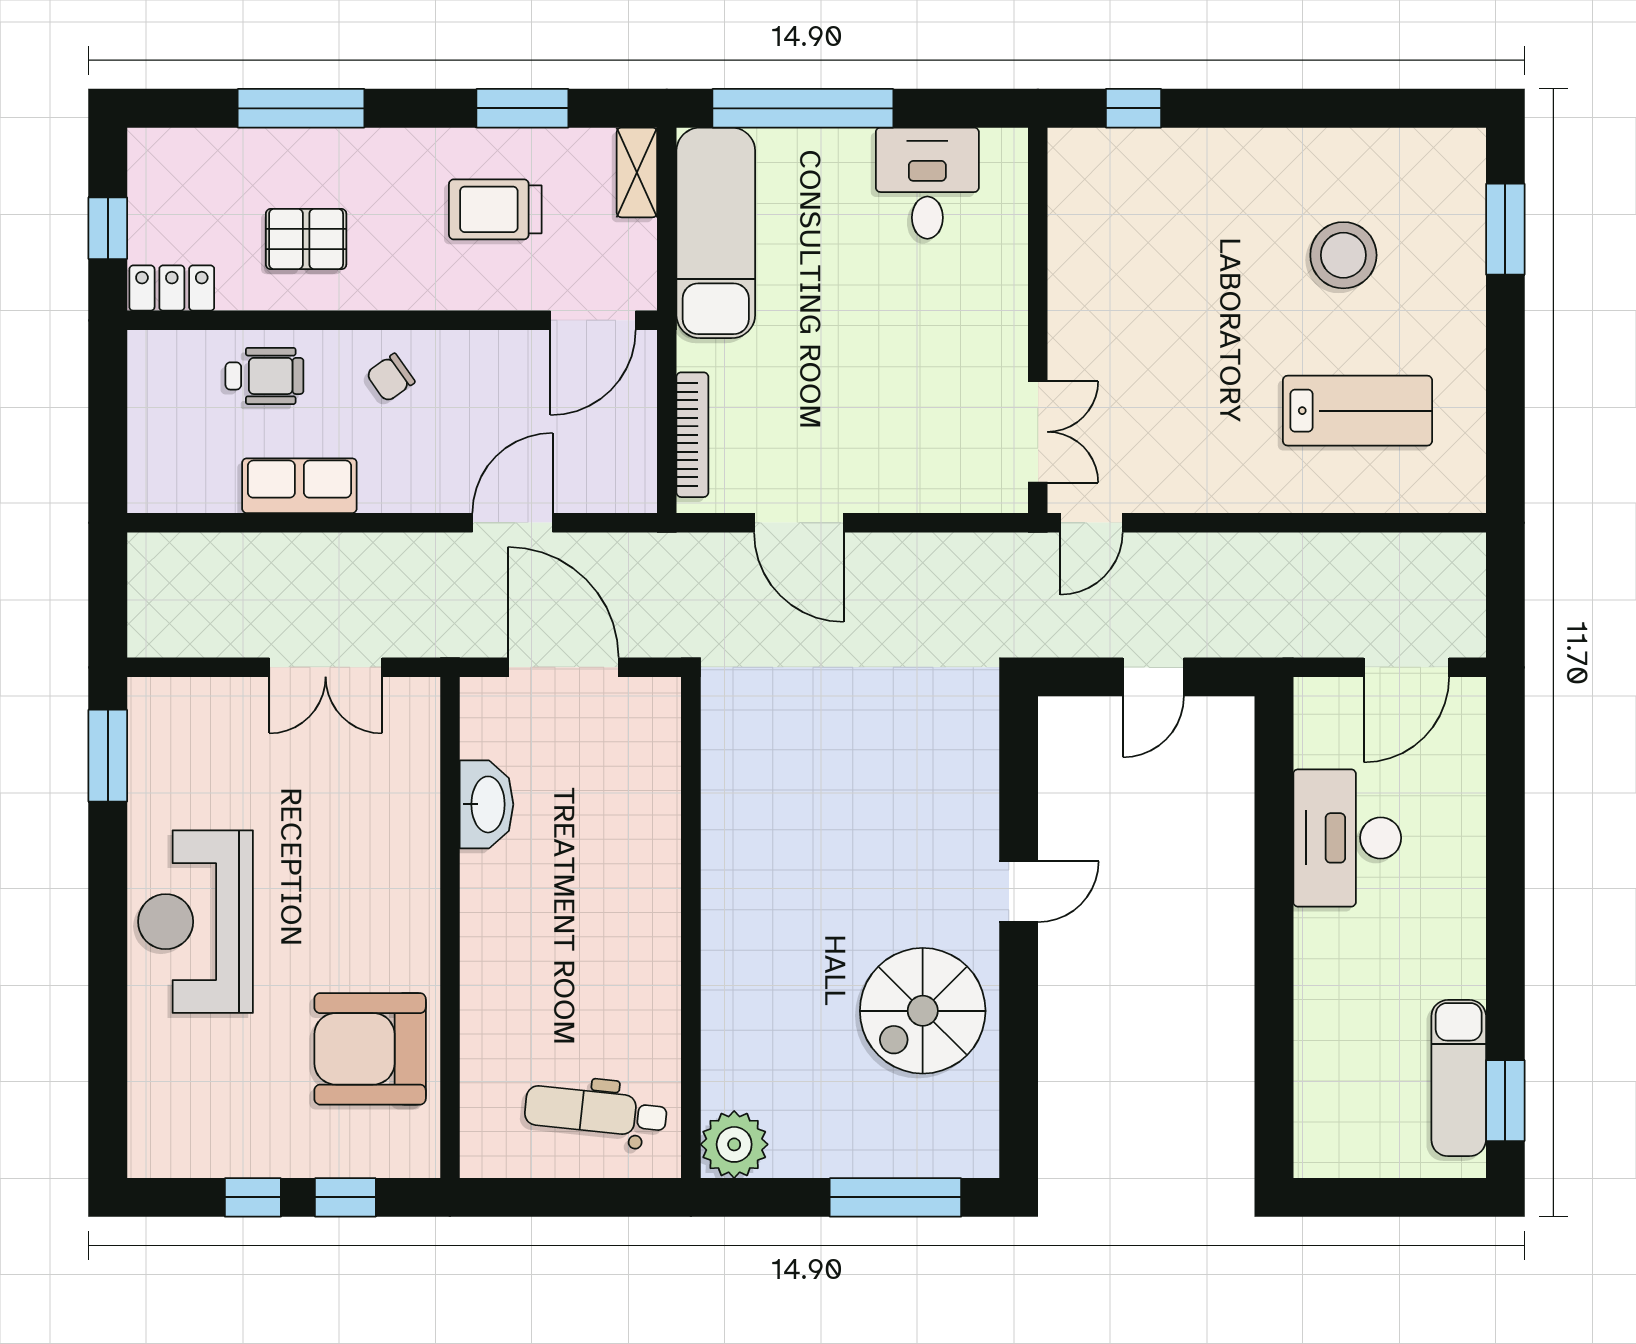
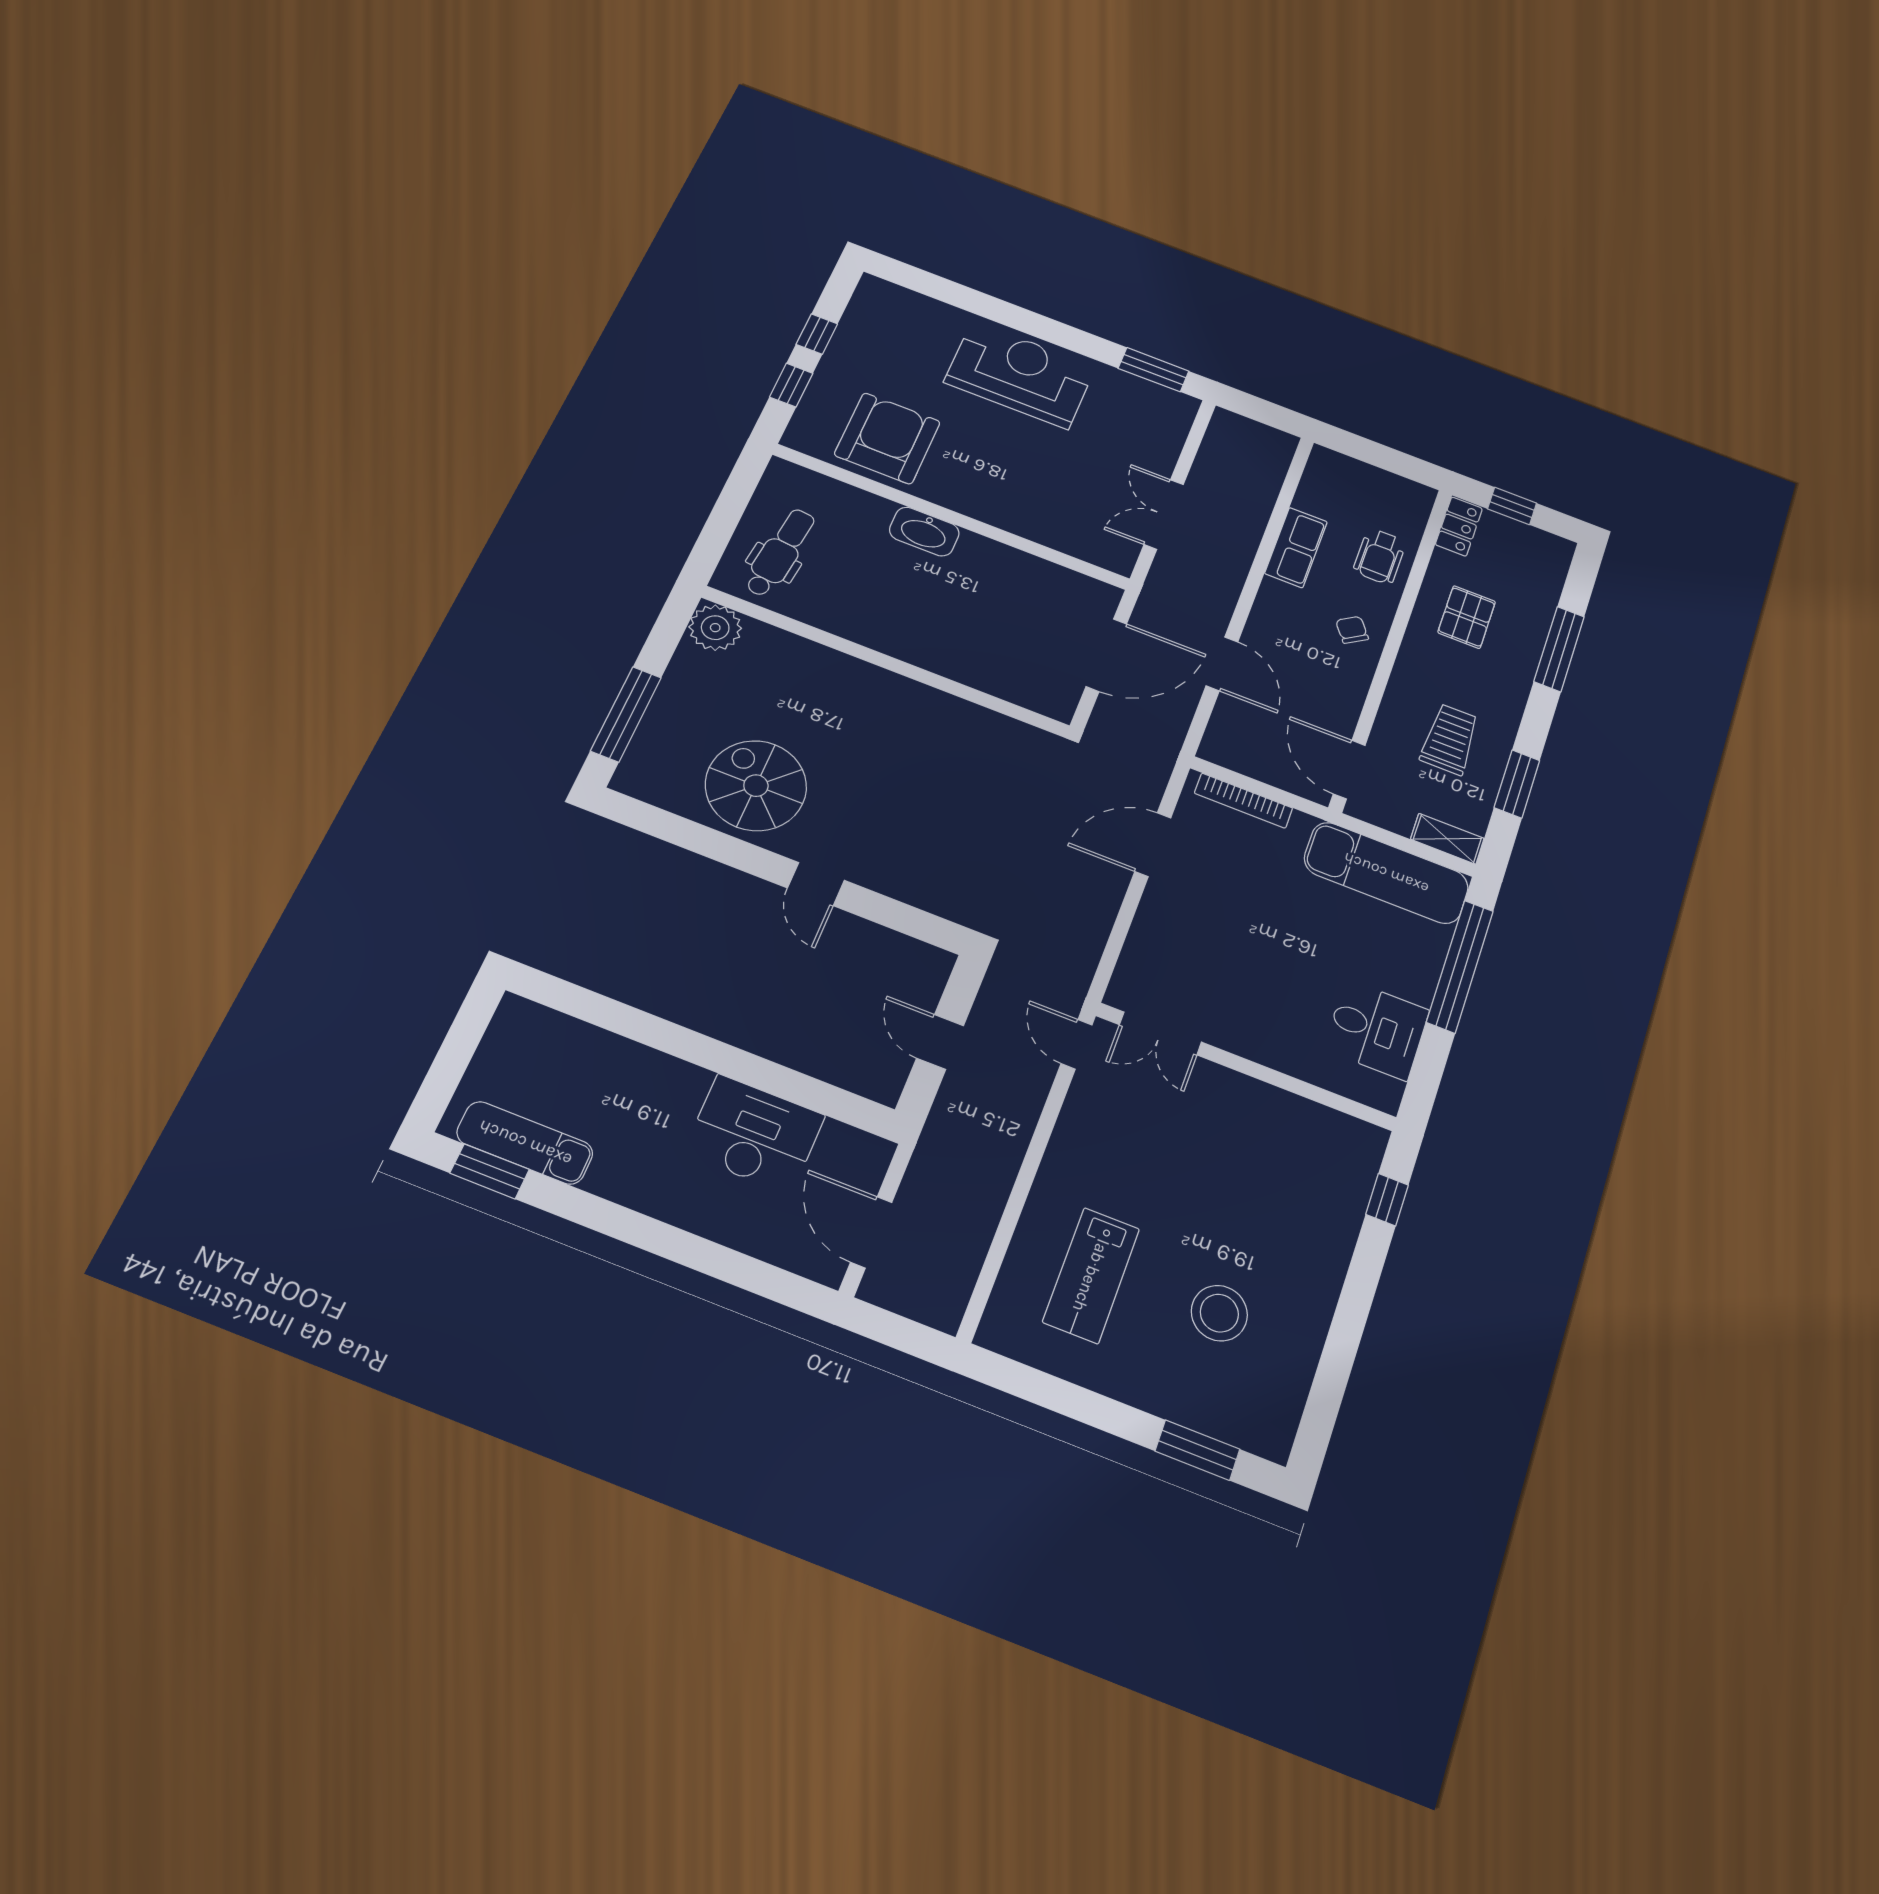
washbasin: (486, 804) -> (924, 532), moved

